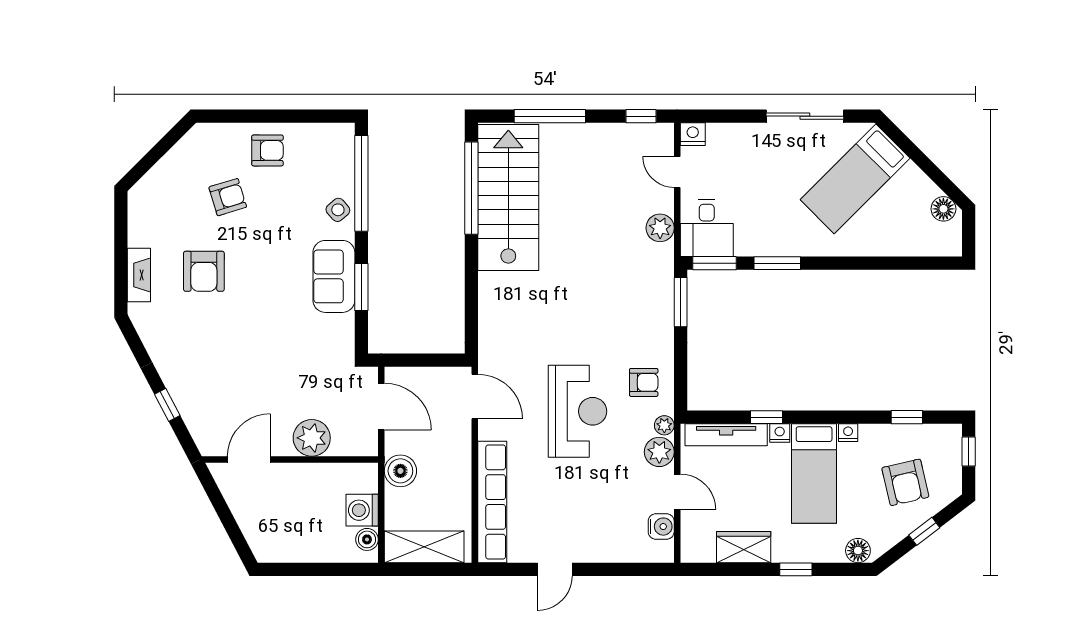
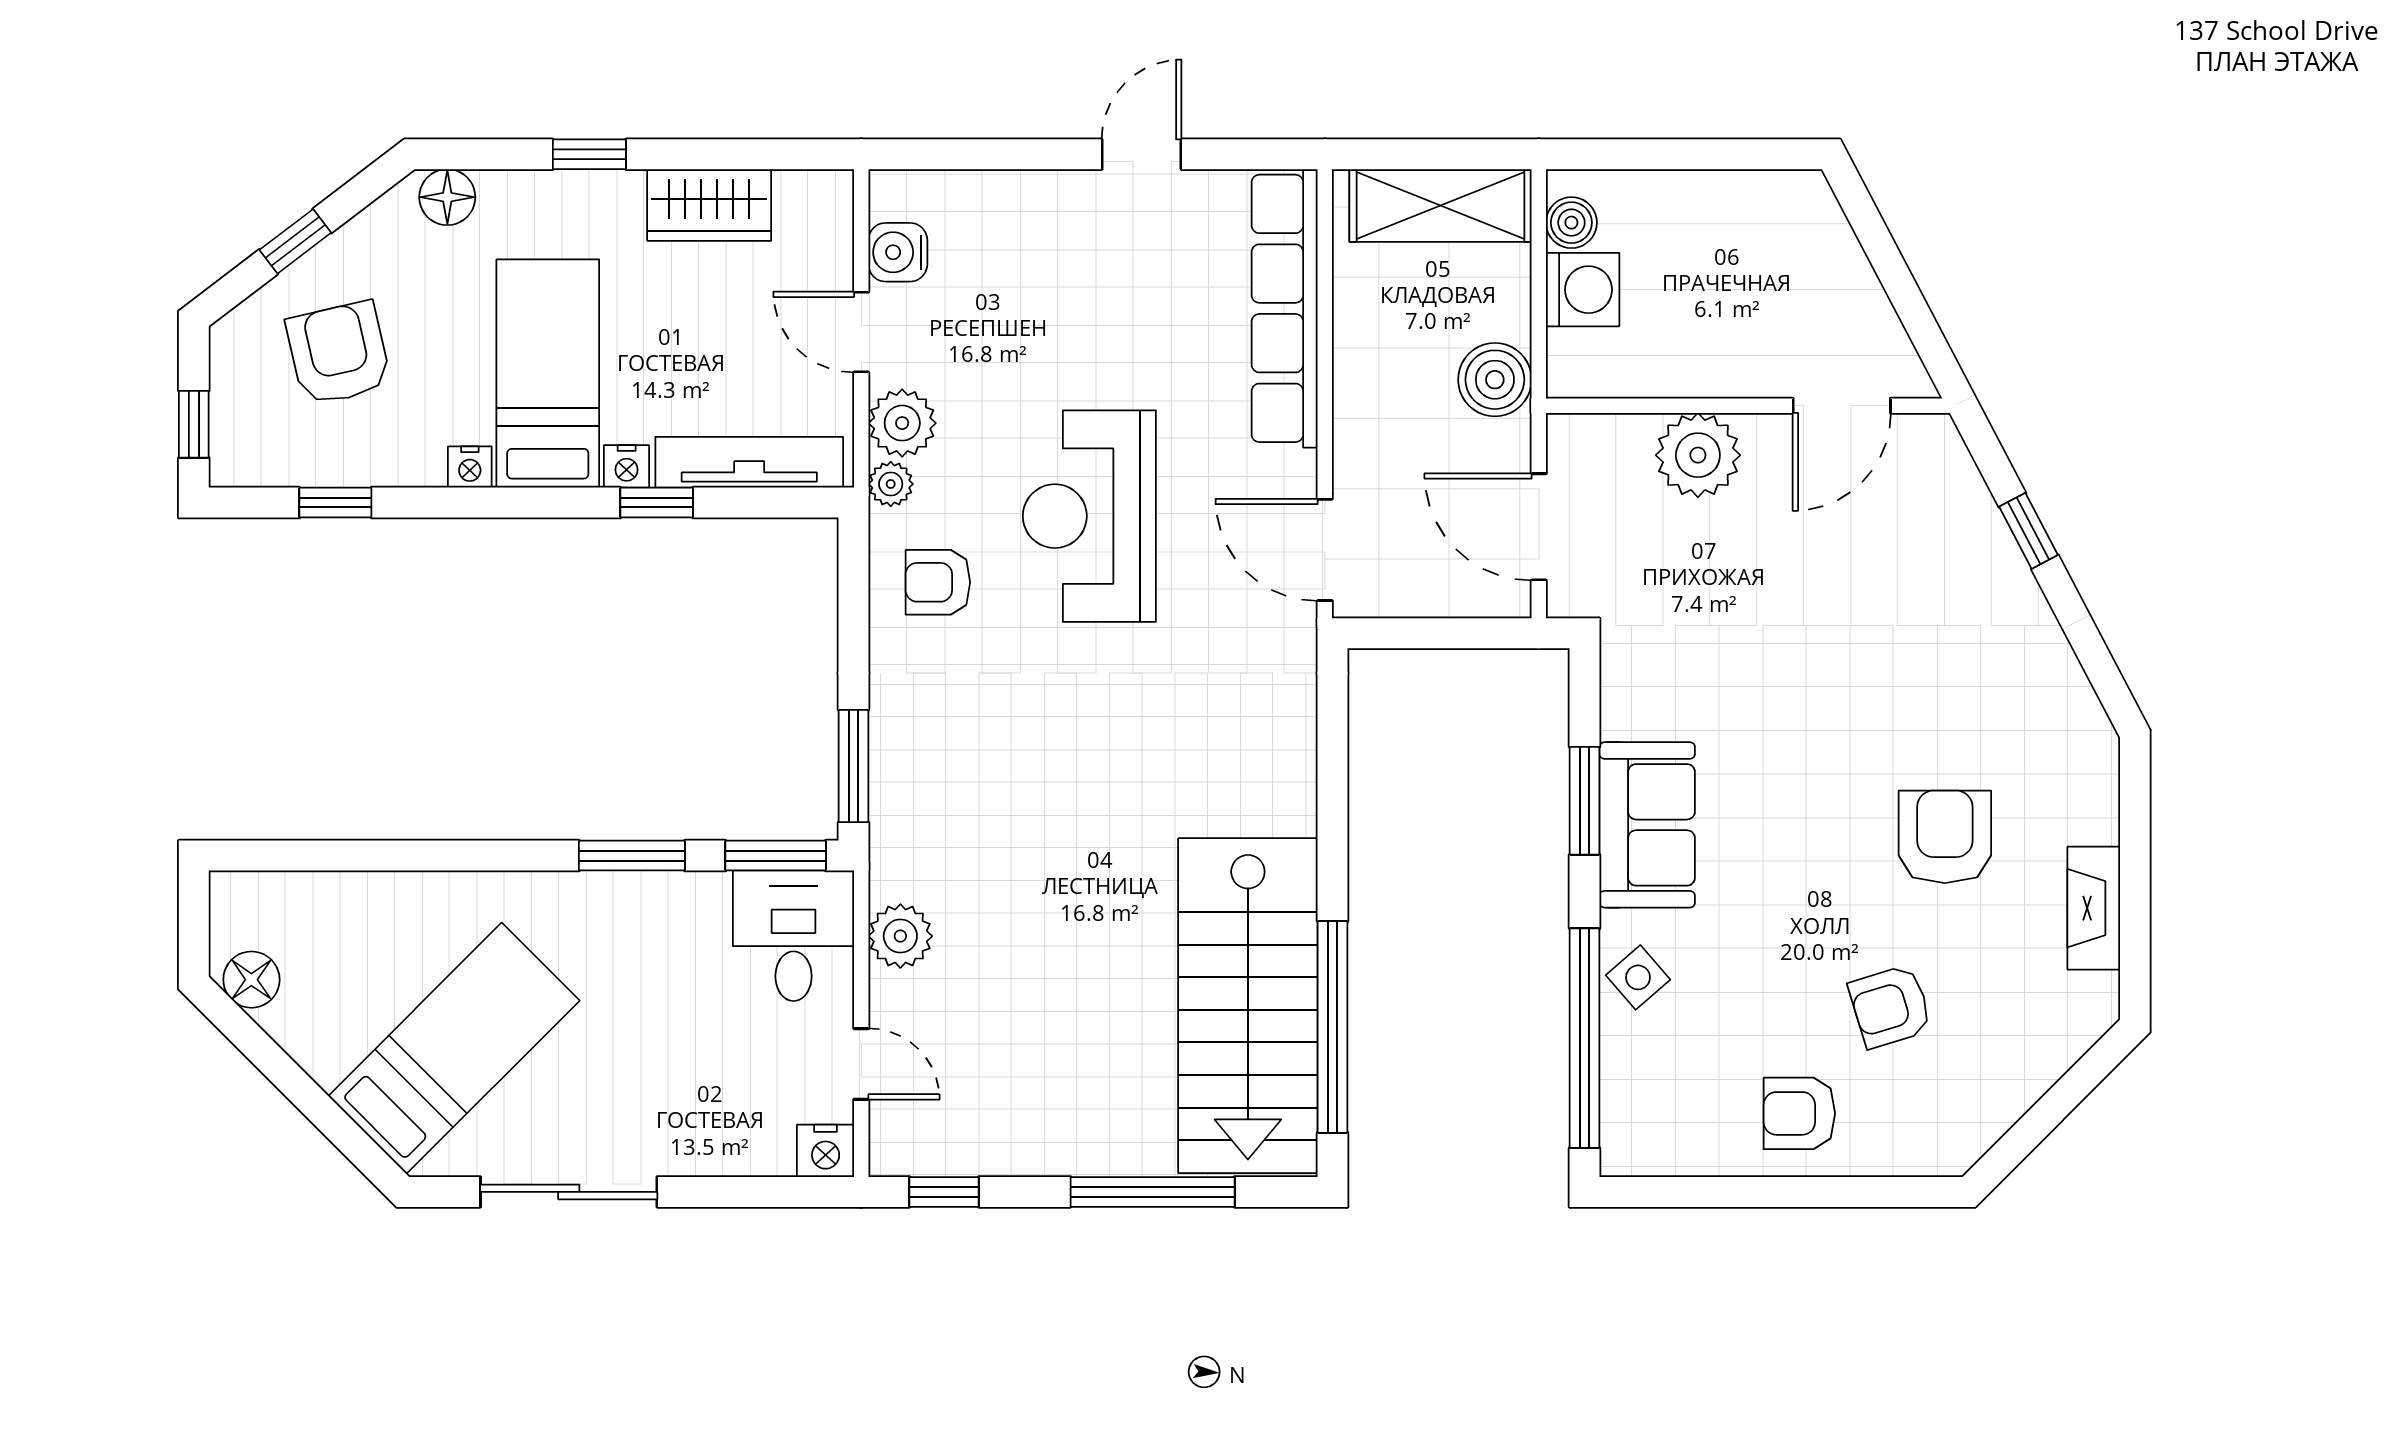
fireplace: (139, 275) -> (2094, 908), moved

